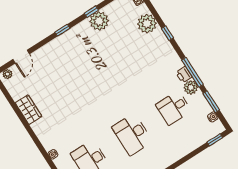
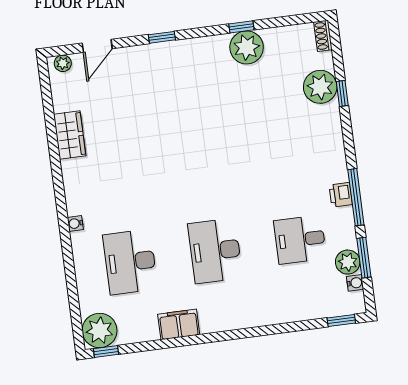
window: (62, 30) -> (162, 37), moved
window: (167, 33) -> (342, 93), moved
plant: (191, 87) -> (348, 262), moved

